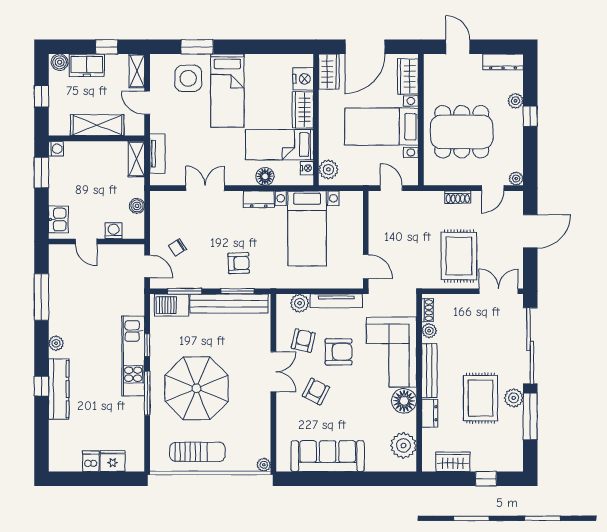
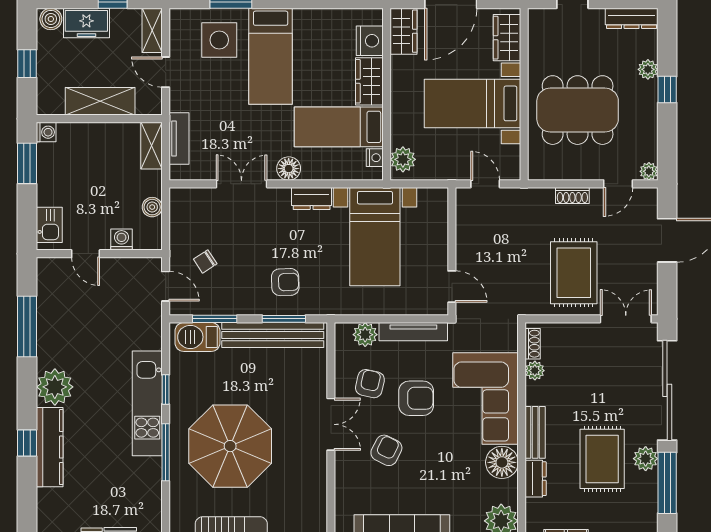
floor lamp: (265, 176) -> (289, 169), moved
plant: (56, 343) -> (55, 387), width x1.87, depth x1.87
bench: (429, 371) -> (535, 432), width x0.73

